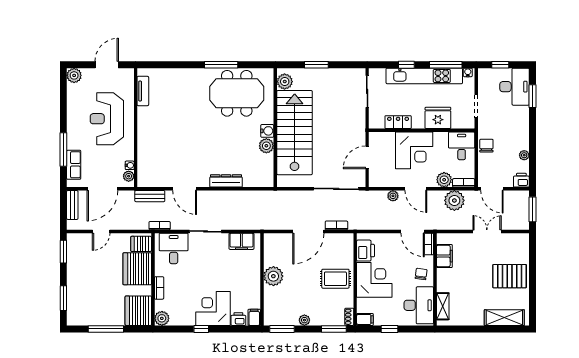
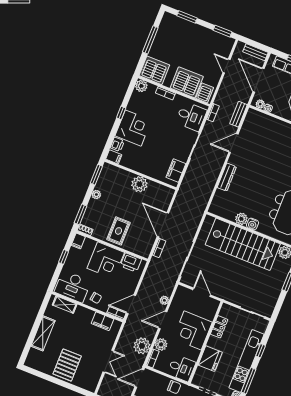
shelving: (504, 318) -> (43, 333), moved

